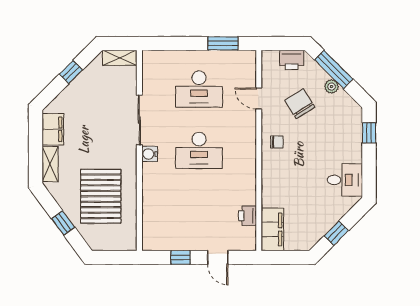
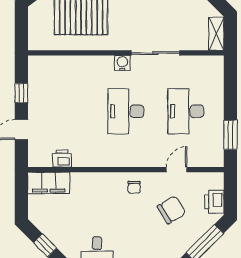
plant: (332, 87) -> (188, 241), removed

